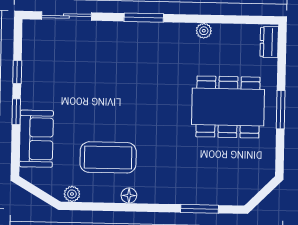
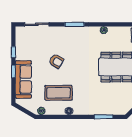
armchair: (105, 92) -> (56, 61), added
sofa: (36, 139) -> (23, 79), width x1.36

